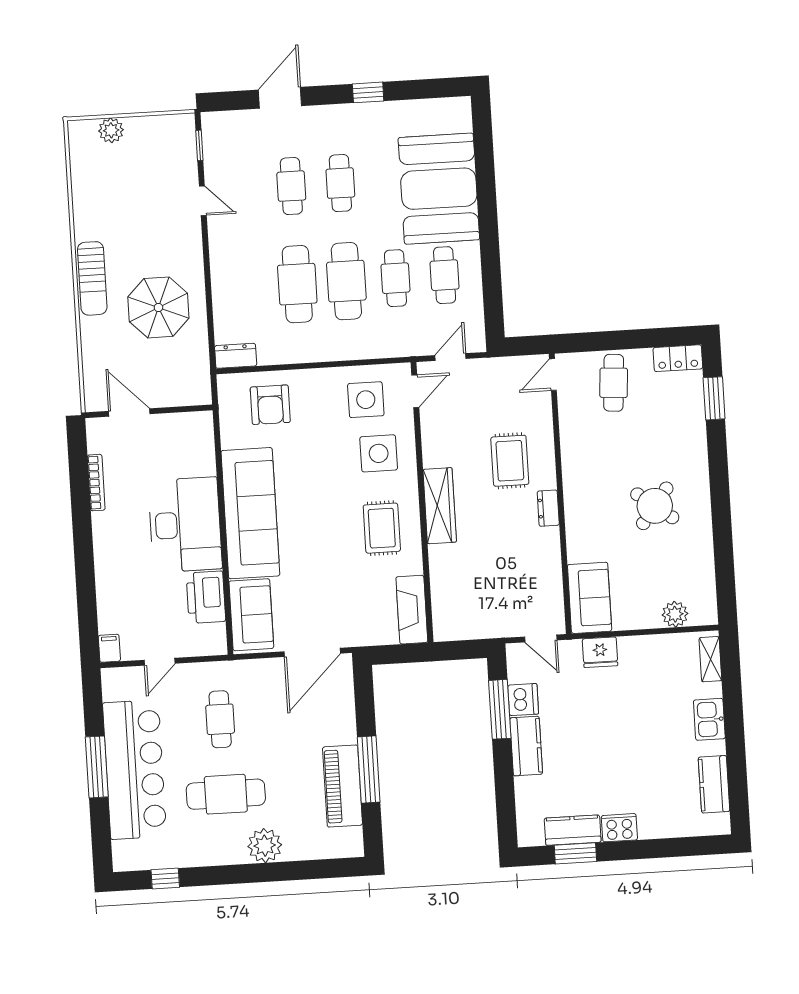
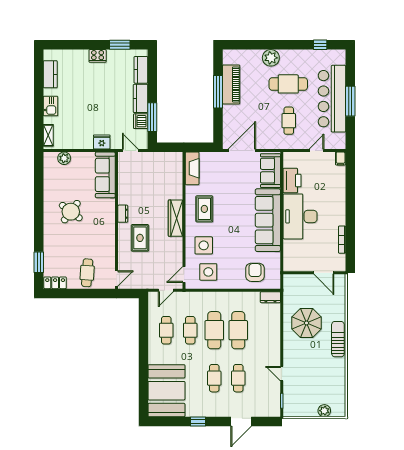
booth: (439, 189) -> (166, 391), moved
sofa: (590, 598) -> (105, 175), width x1.36
kitchen counter: (573, 830) -> (141, 70), moved, turned 90

